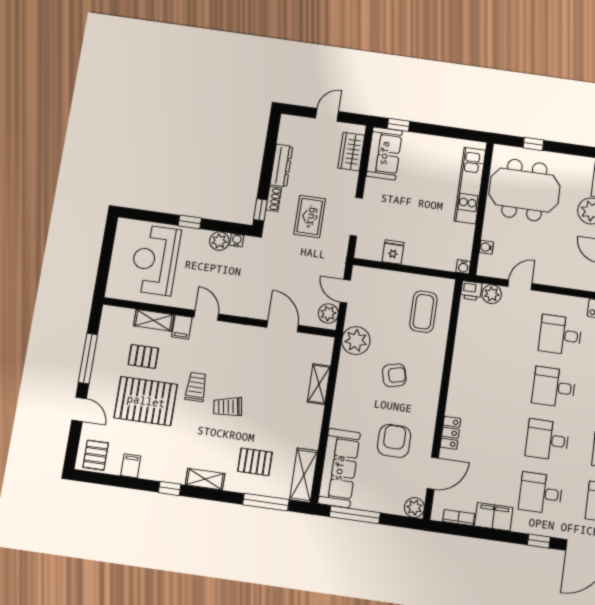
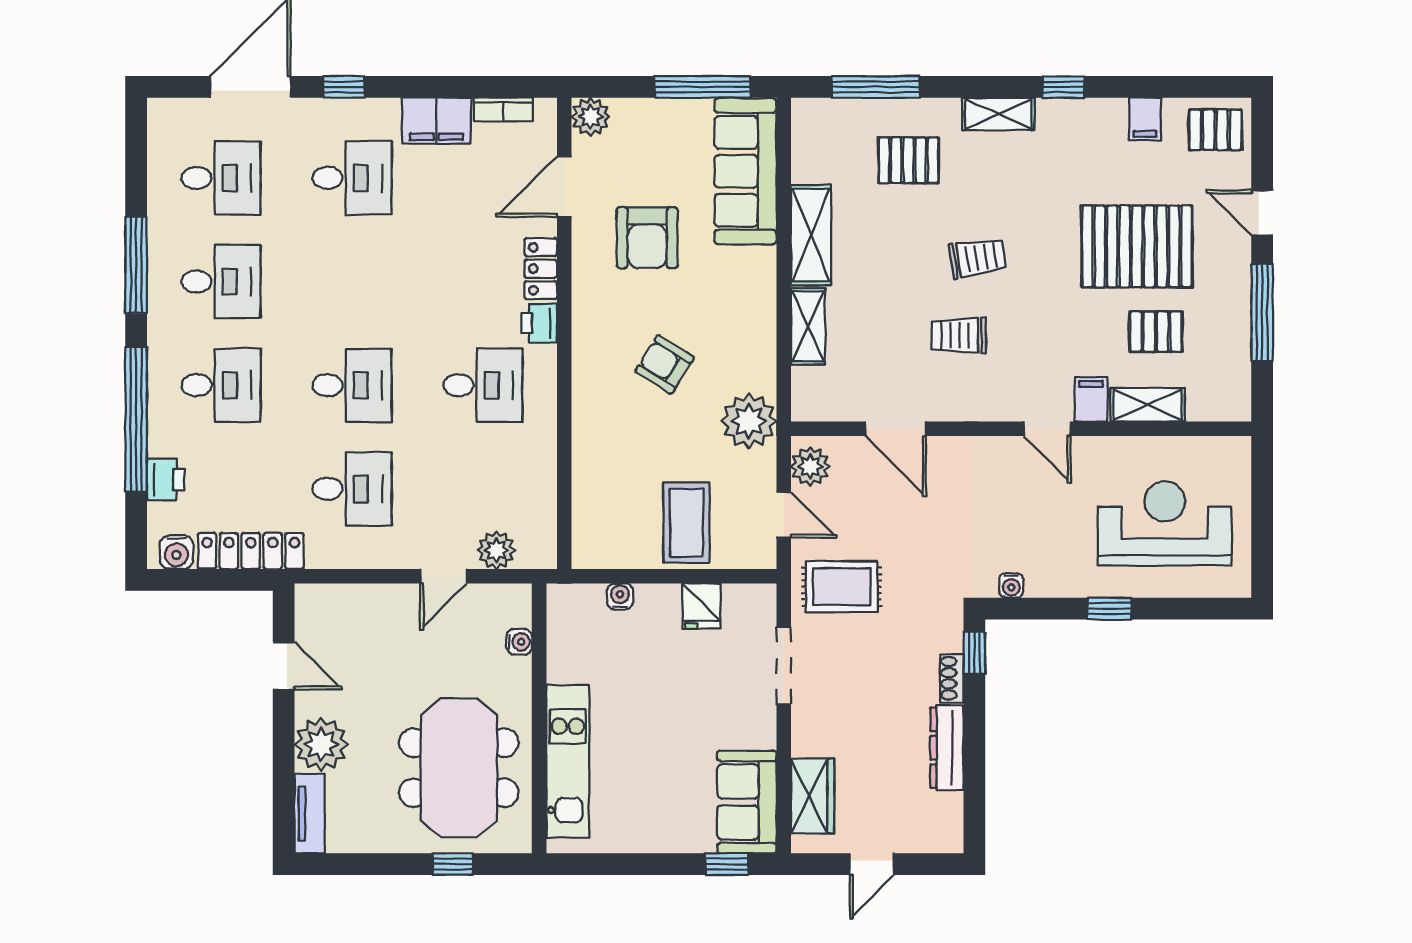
meeting table: (524, 190) -> (459, 768), turned 90
rug: (310, 216) -> (842, 587), moved, turned 90
plant: (219, 241) -> (1045, 579), removed
reception desk: (155, 260) -> (1165, 523), turned -90
water cooler: (463, 267) -> (620, 596), moved
printer: (471, 291) -> (539, 323), moved, turned -90
coffee table: (423, 312) -> (686, 523), moved
armchair: (394, 375) -> (665, 364), turned 46
trolley: (196, 387) -> (959, 335), moved, turned 90
desk: (547, 440) -> (483, 385), moved
pallet: (96, 455) -> (1215, 130), turned 90
shelving: (304, 475) -> (811, 235), moved

